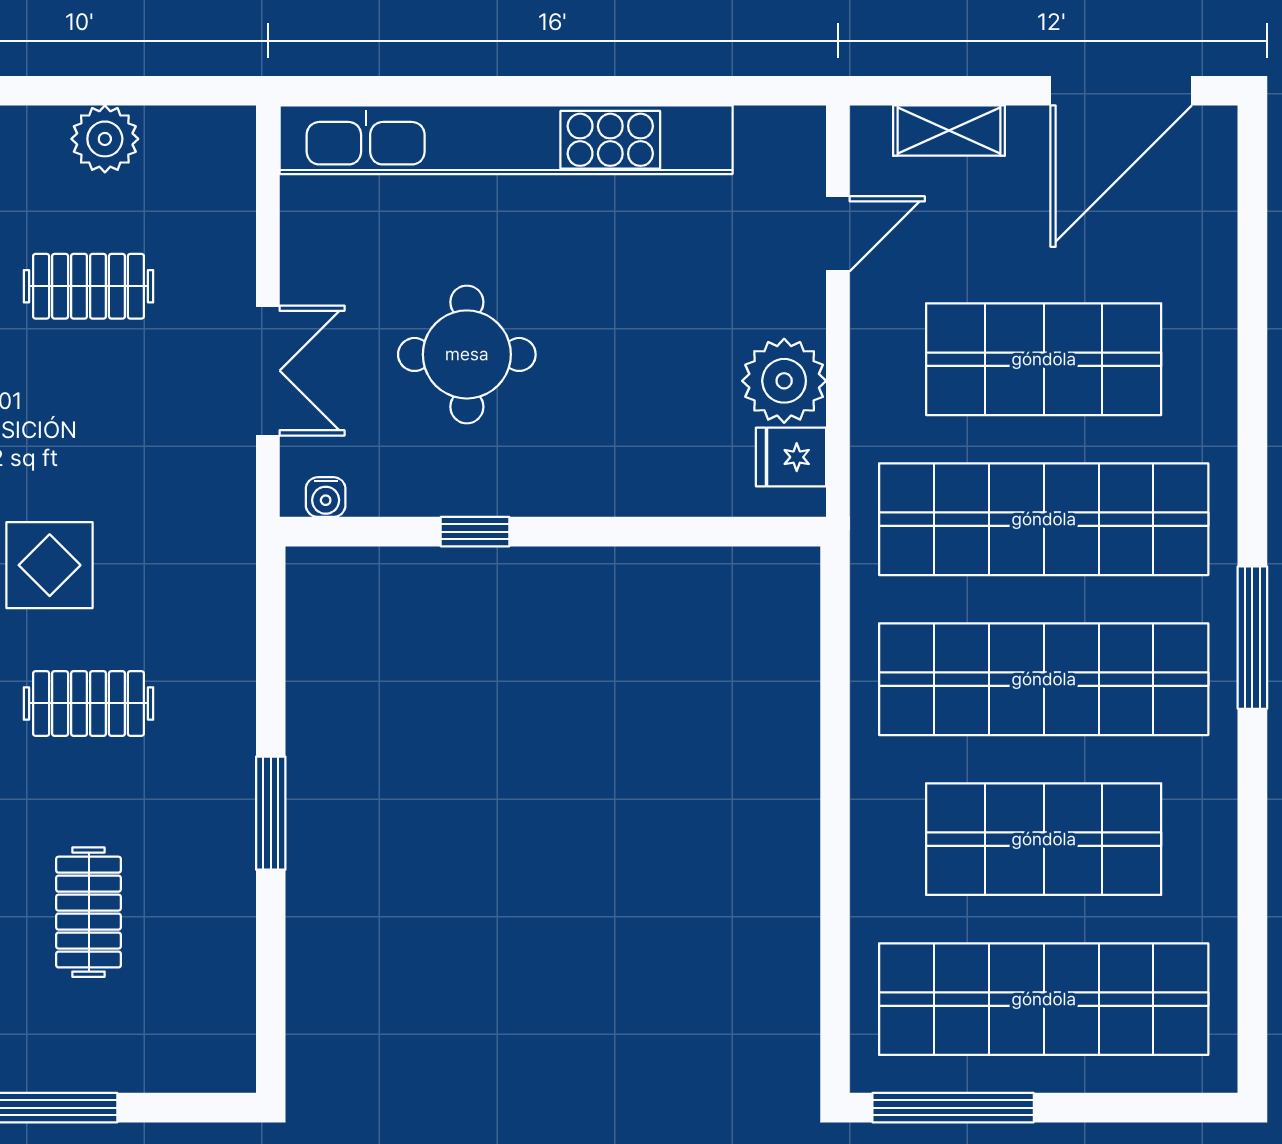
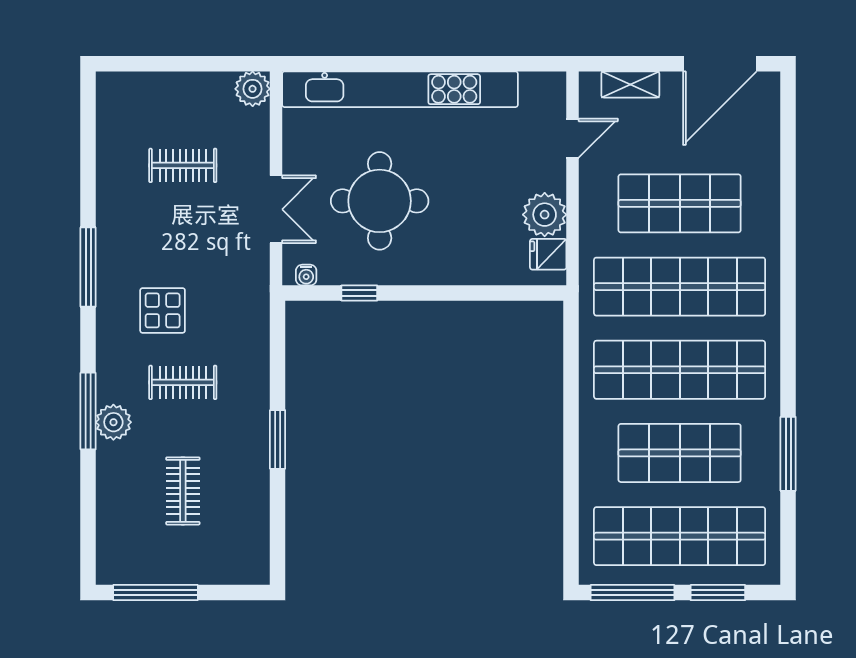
plant: (105, 139) -> (253, 89), moved
round table: (467, 354) -> (380, 201), width x1.36, depth x1.36
window: (475, 532) -> (359, 293), moved
window: (1252, 638) -> (788, 454), moved
window: (1117, 1108) -> (718, 593), added

